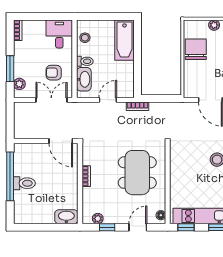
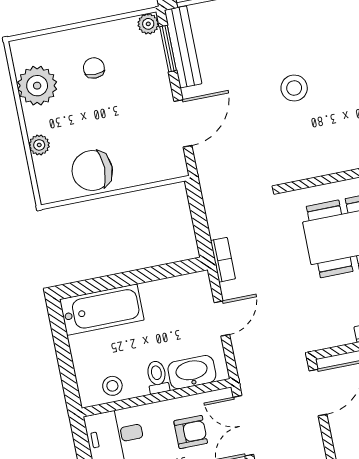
armchair: (54, 73) -> (191, 432), turned -90
door: (108, 100) -> (222, 319), swing flipped

